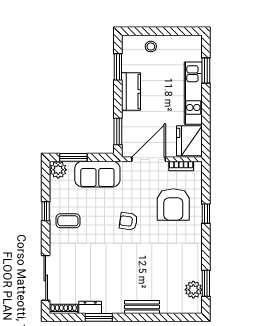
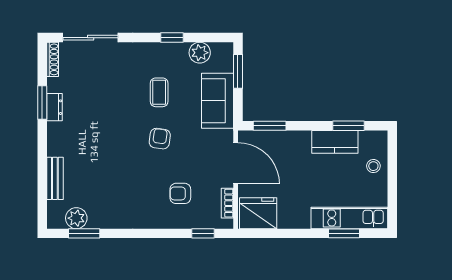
kitchen counter: (131, 92) -> (335, 142), moved
kitchen unit: (193, 93) -> (349, 218), moved
plant: (58, 170) -> (200, 53), moved
armchair: (173, 205) -> (180, 193), width x0.53, depth x0.53
window: (206, 214) -> (203, 233), moved
coffee table: (68, 221) -> (159, 92), moved
dresser: (90, 307) -> (54, 107), moved
bench: (142, 307) -> (55, 178), moved

